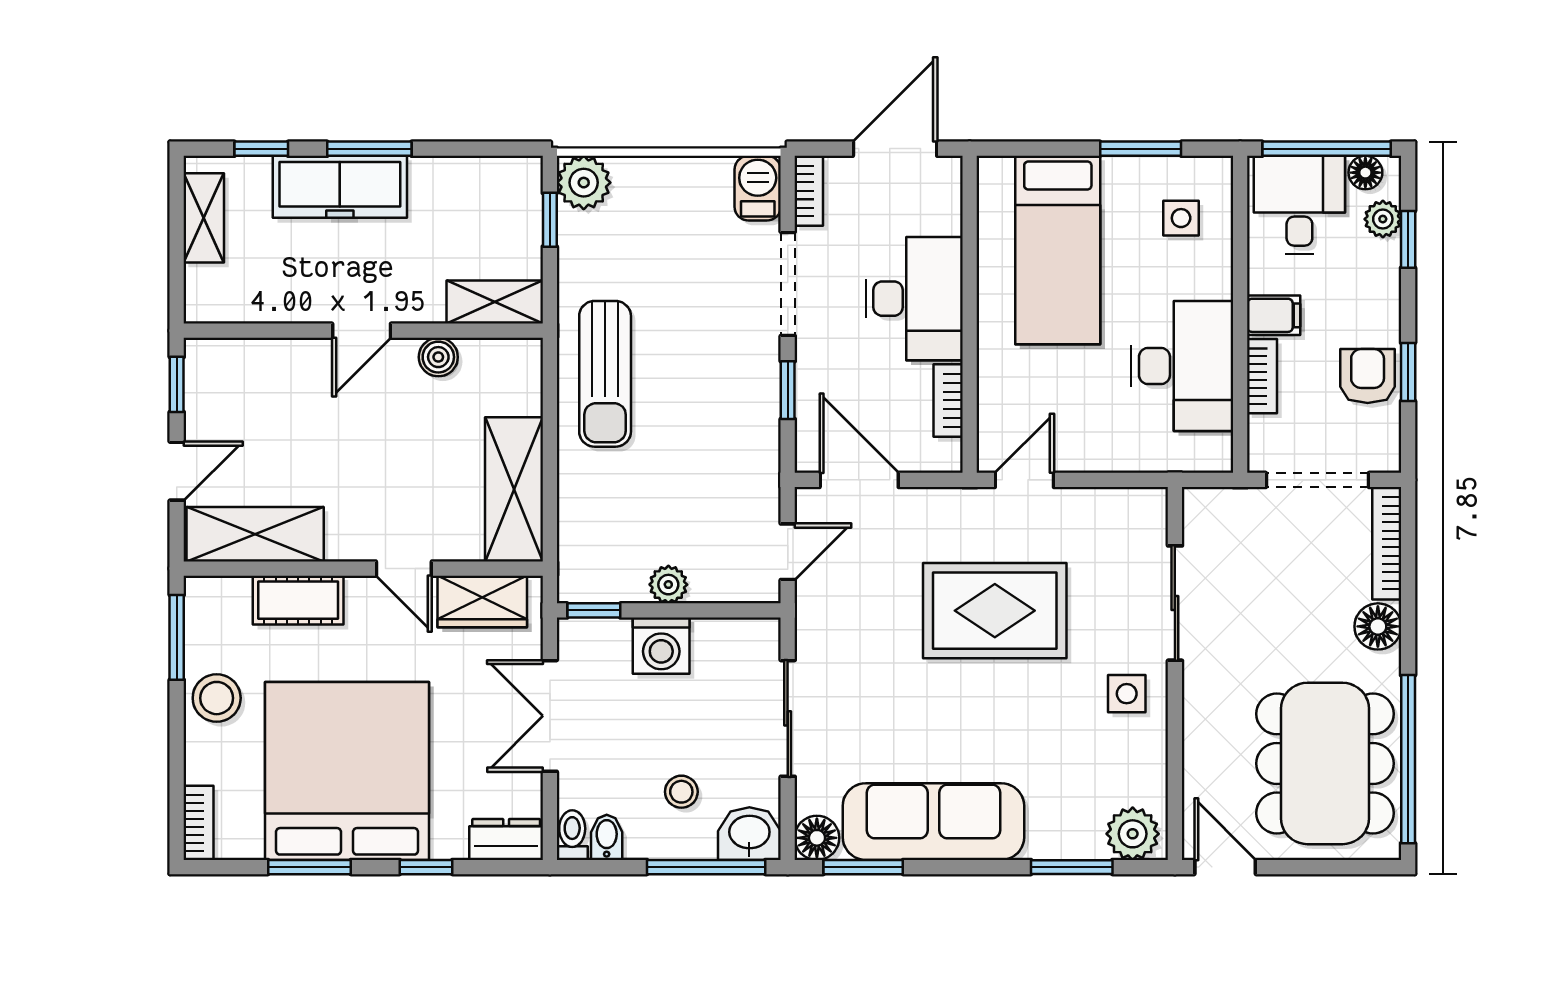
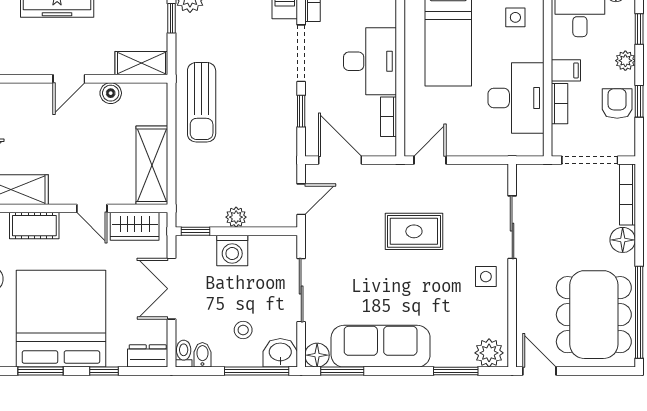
plant: (1383, 219) -> (625, 61), moved
rug: (995, 611) -> (414, 231), width x0.73, depth x0.70

